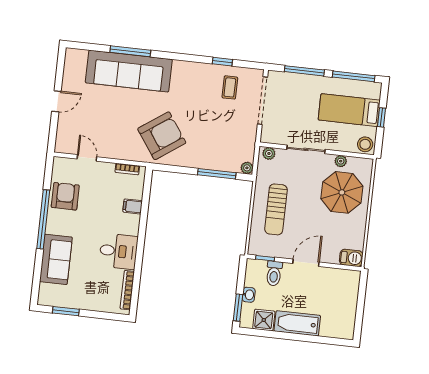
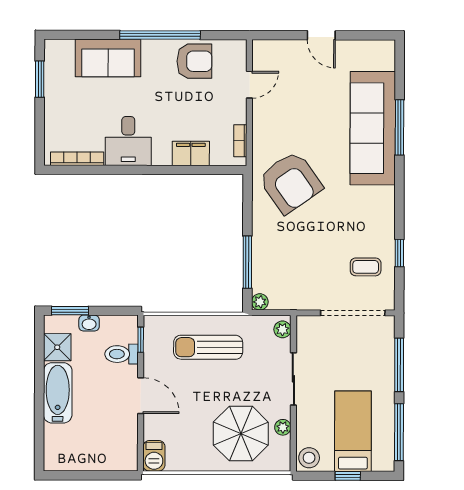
filing cabinet: (133, 206) -> (191, 153), width x2.00

